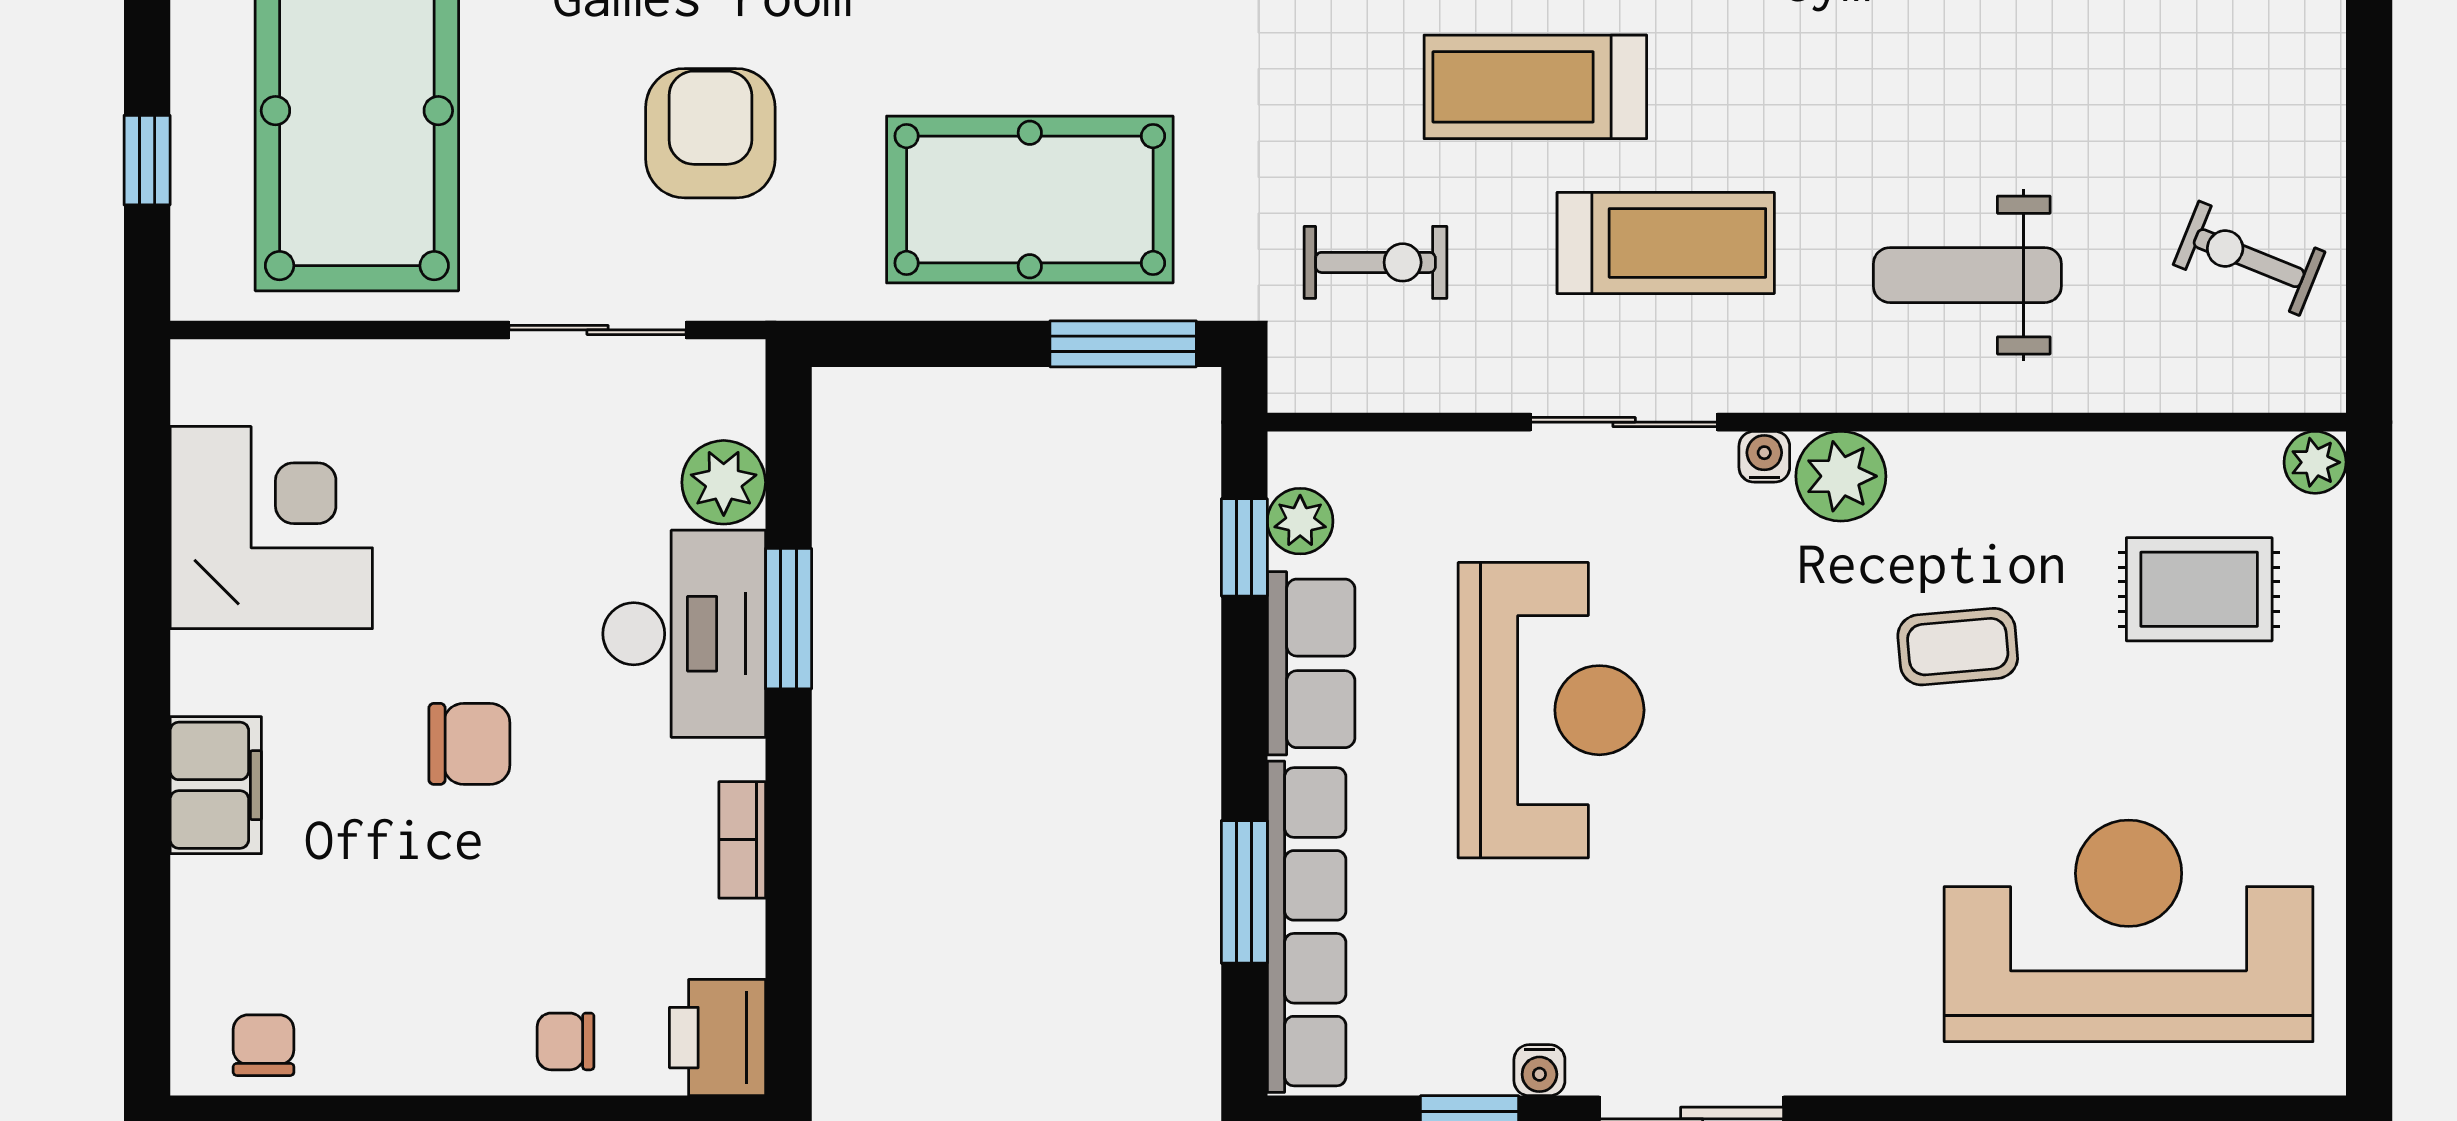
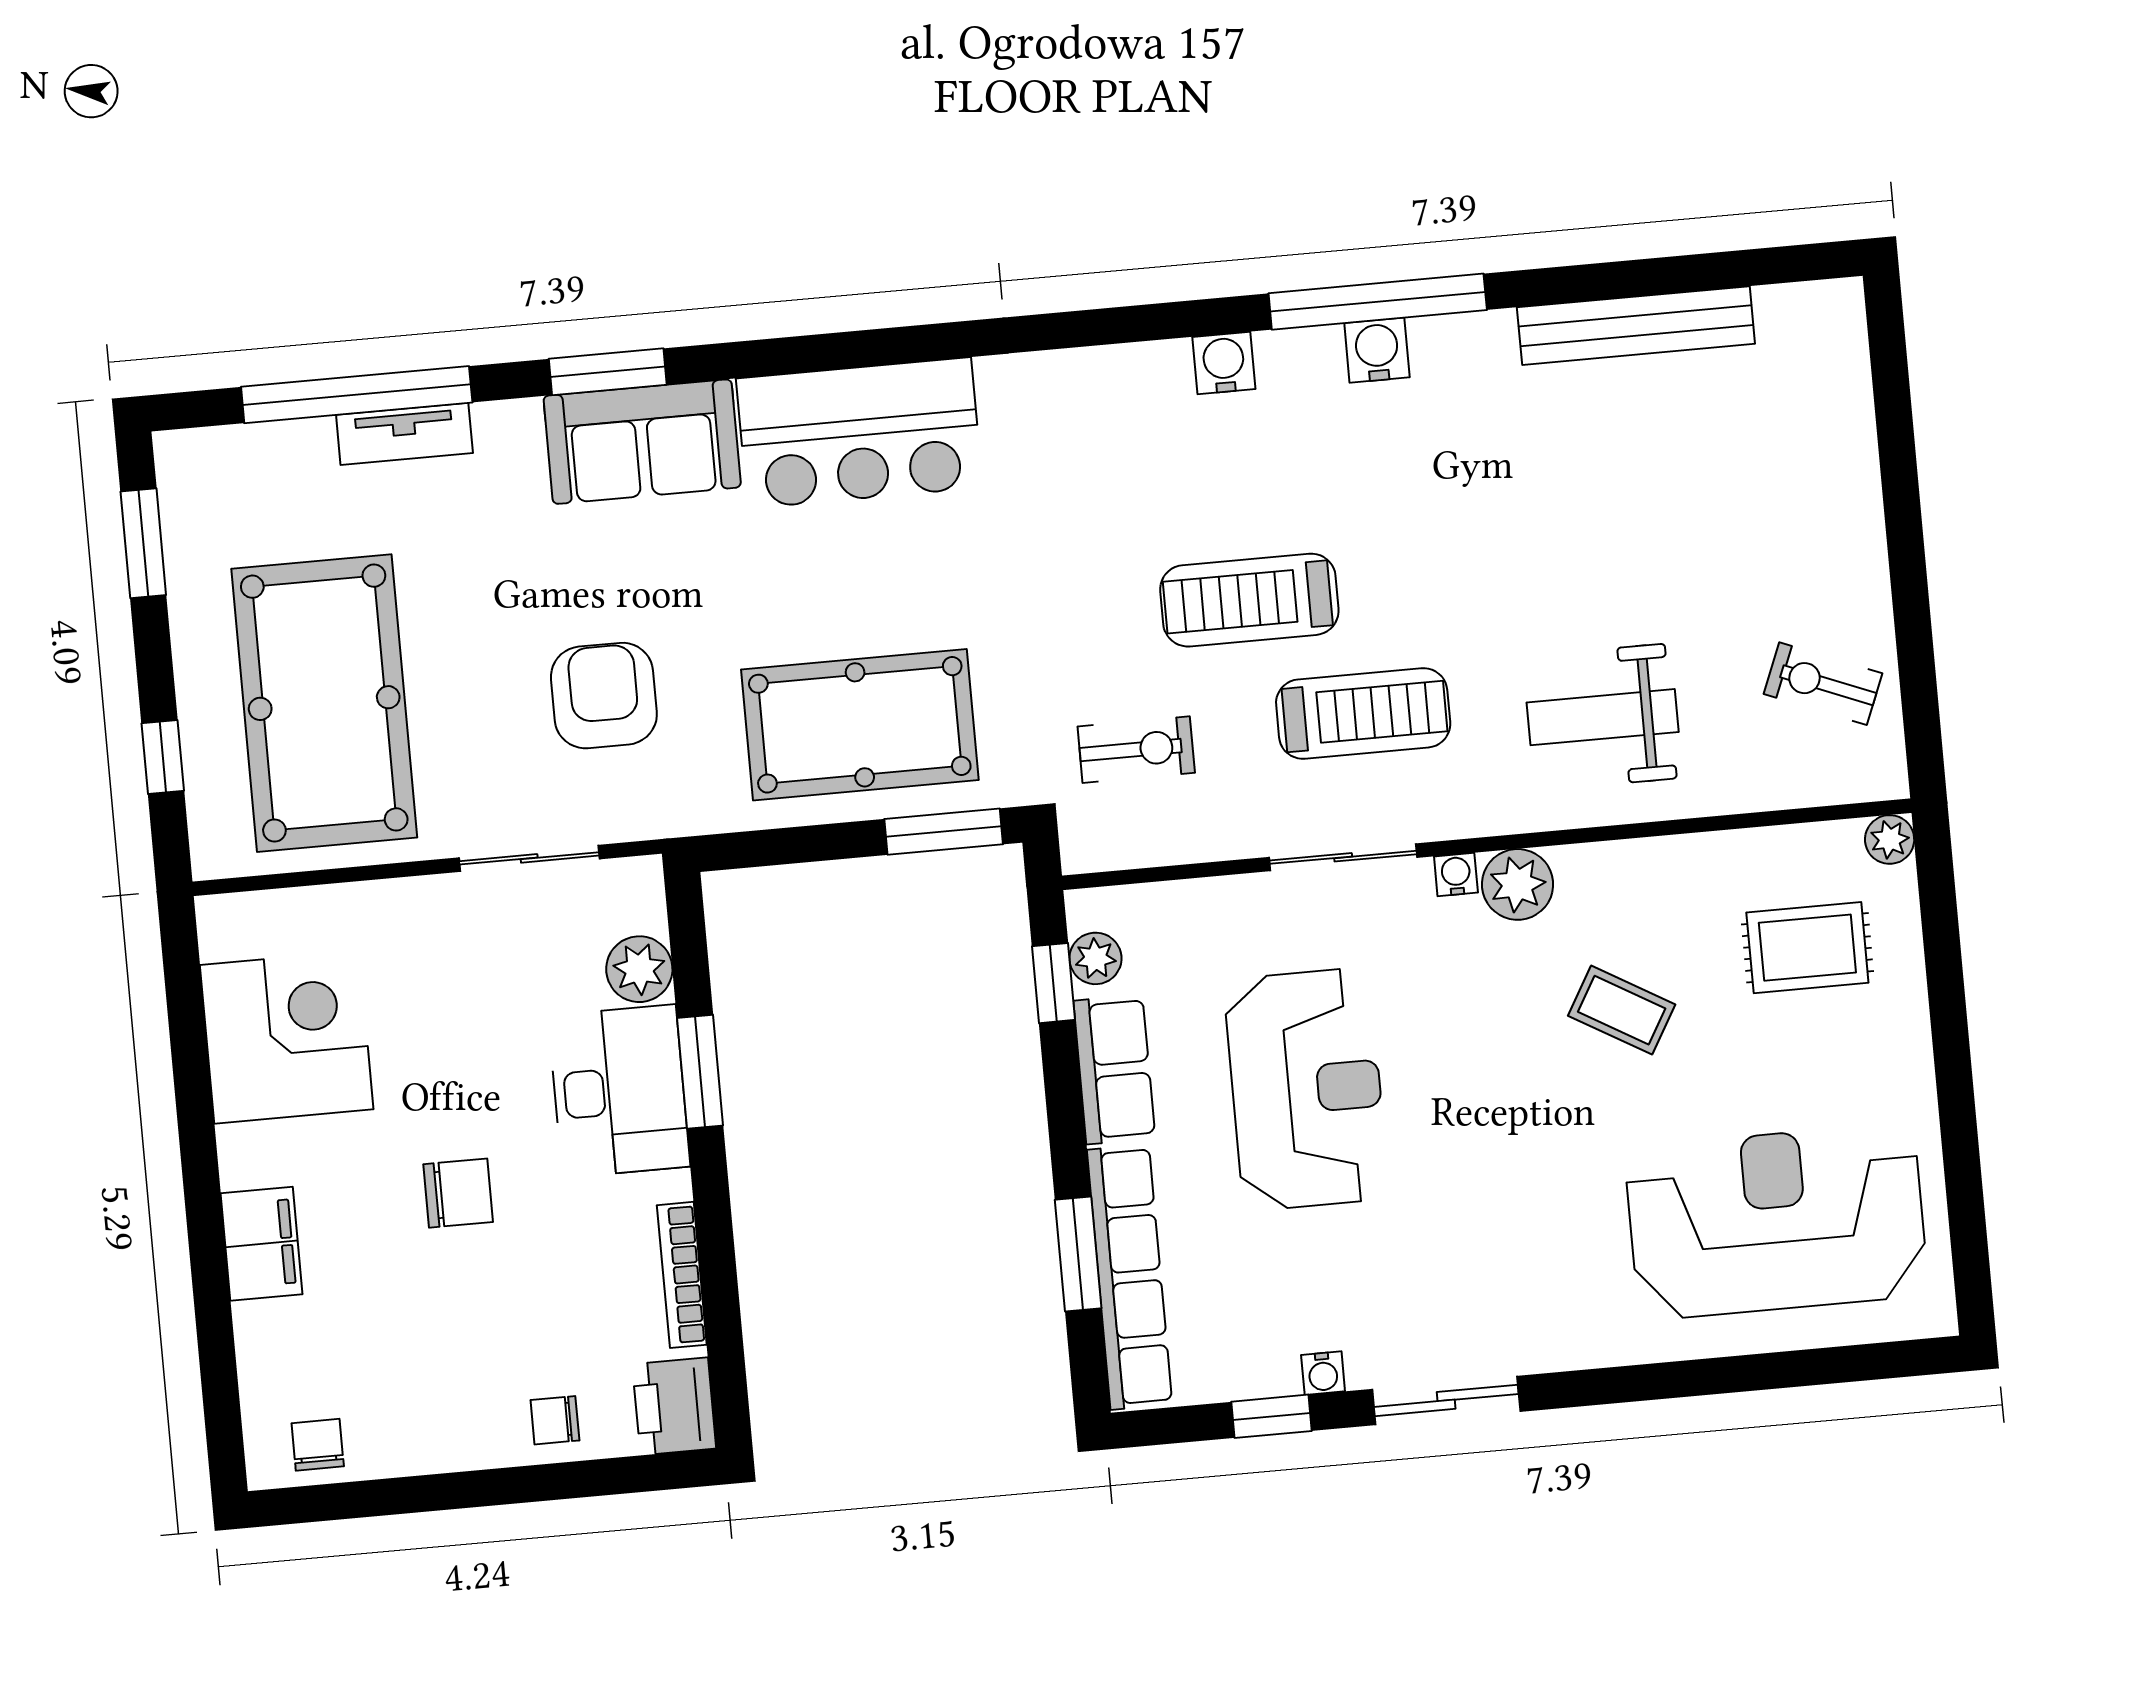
coffee table: (1958, 647) -> (1622, 1010), turned 35
bookcase: (742, 840) -> (682, 1275), width x1.56

